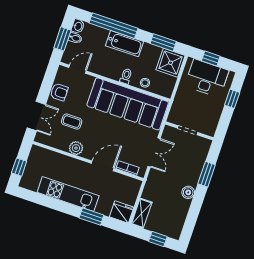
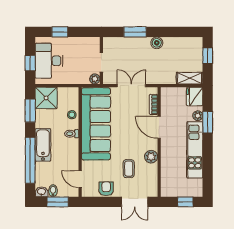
double door: (36, 116) -> (135, 202), swing flipped
plant: (173, 118) -> (95, 79), added
plant: (101, 209) -> (198, 116), added

